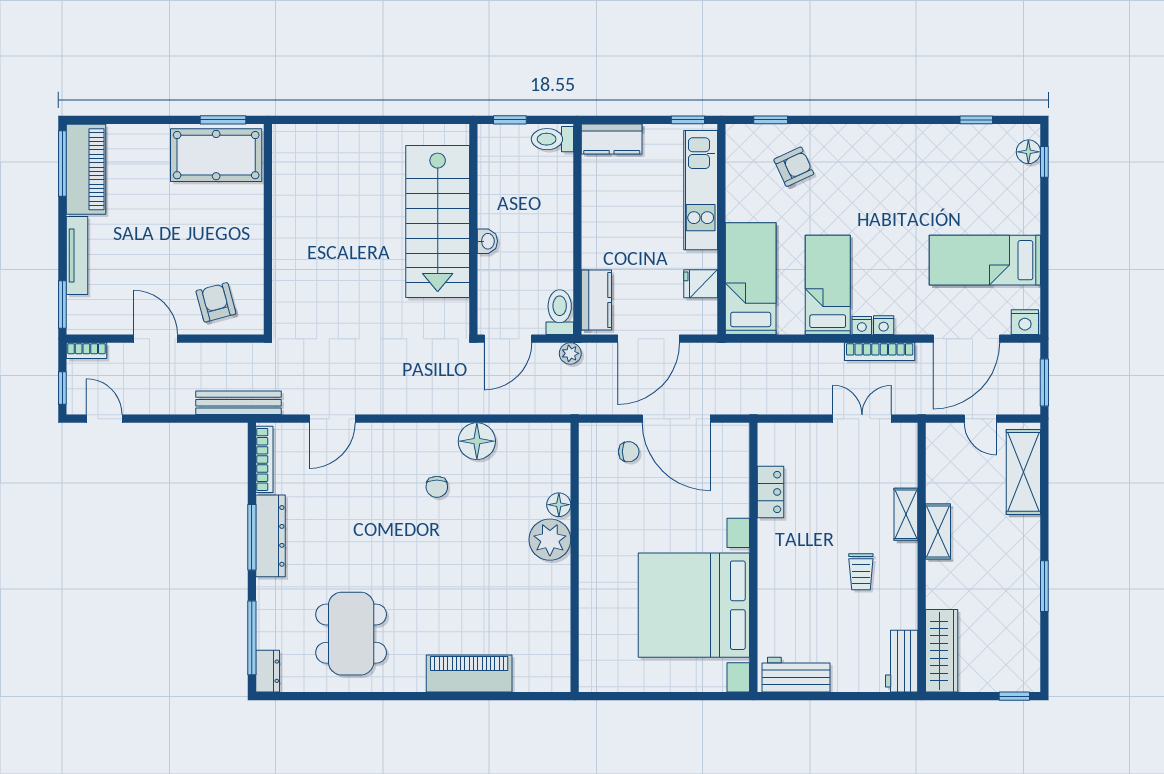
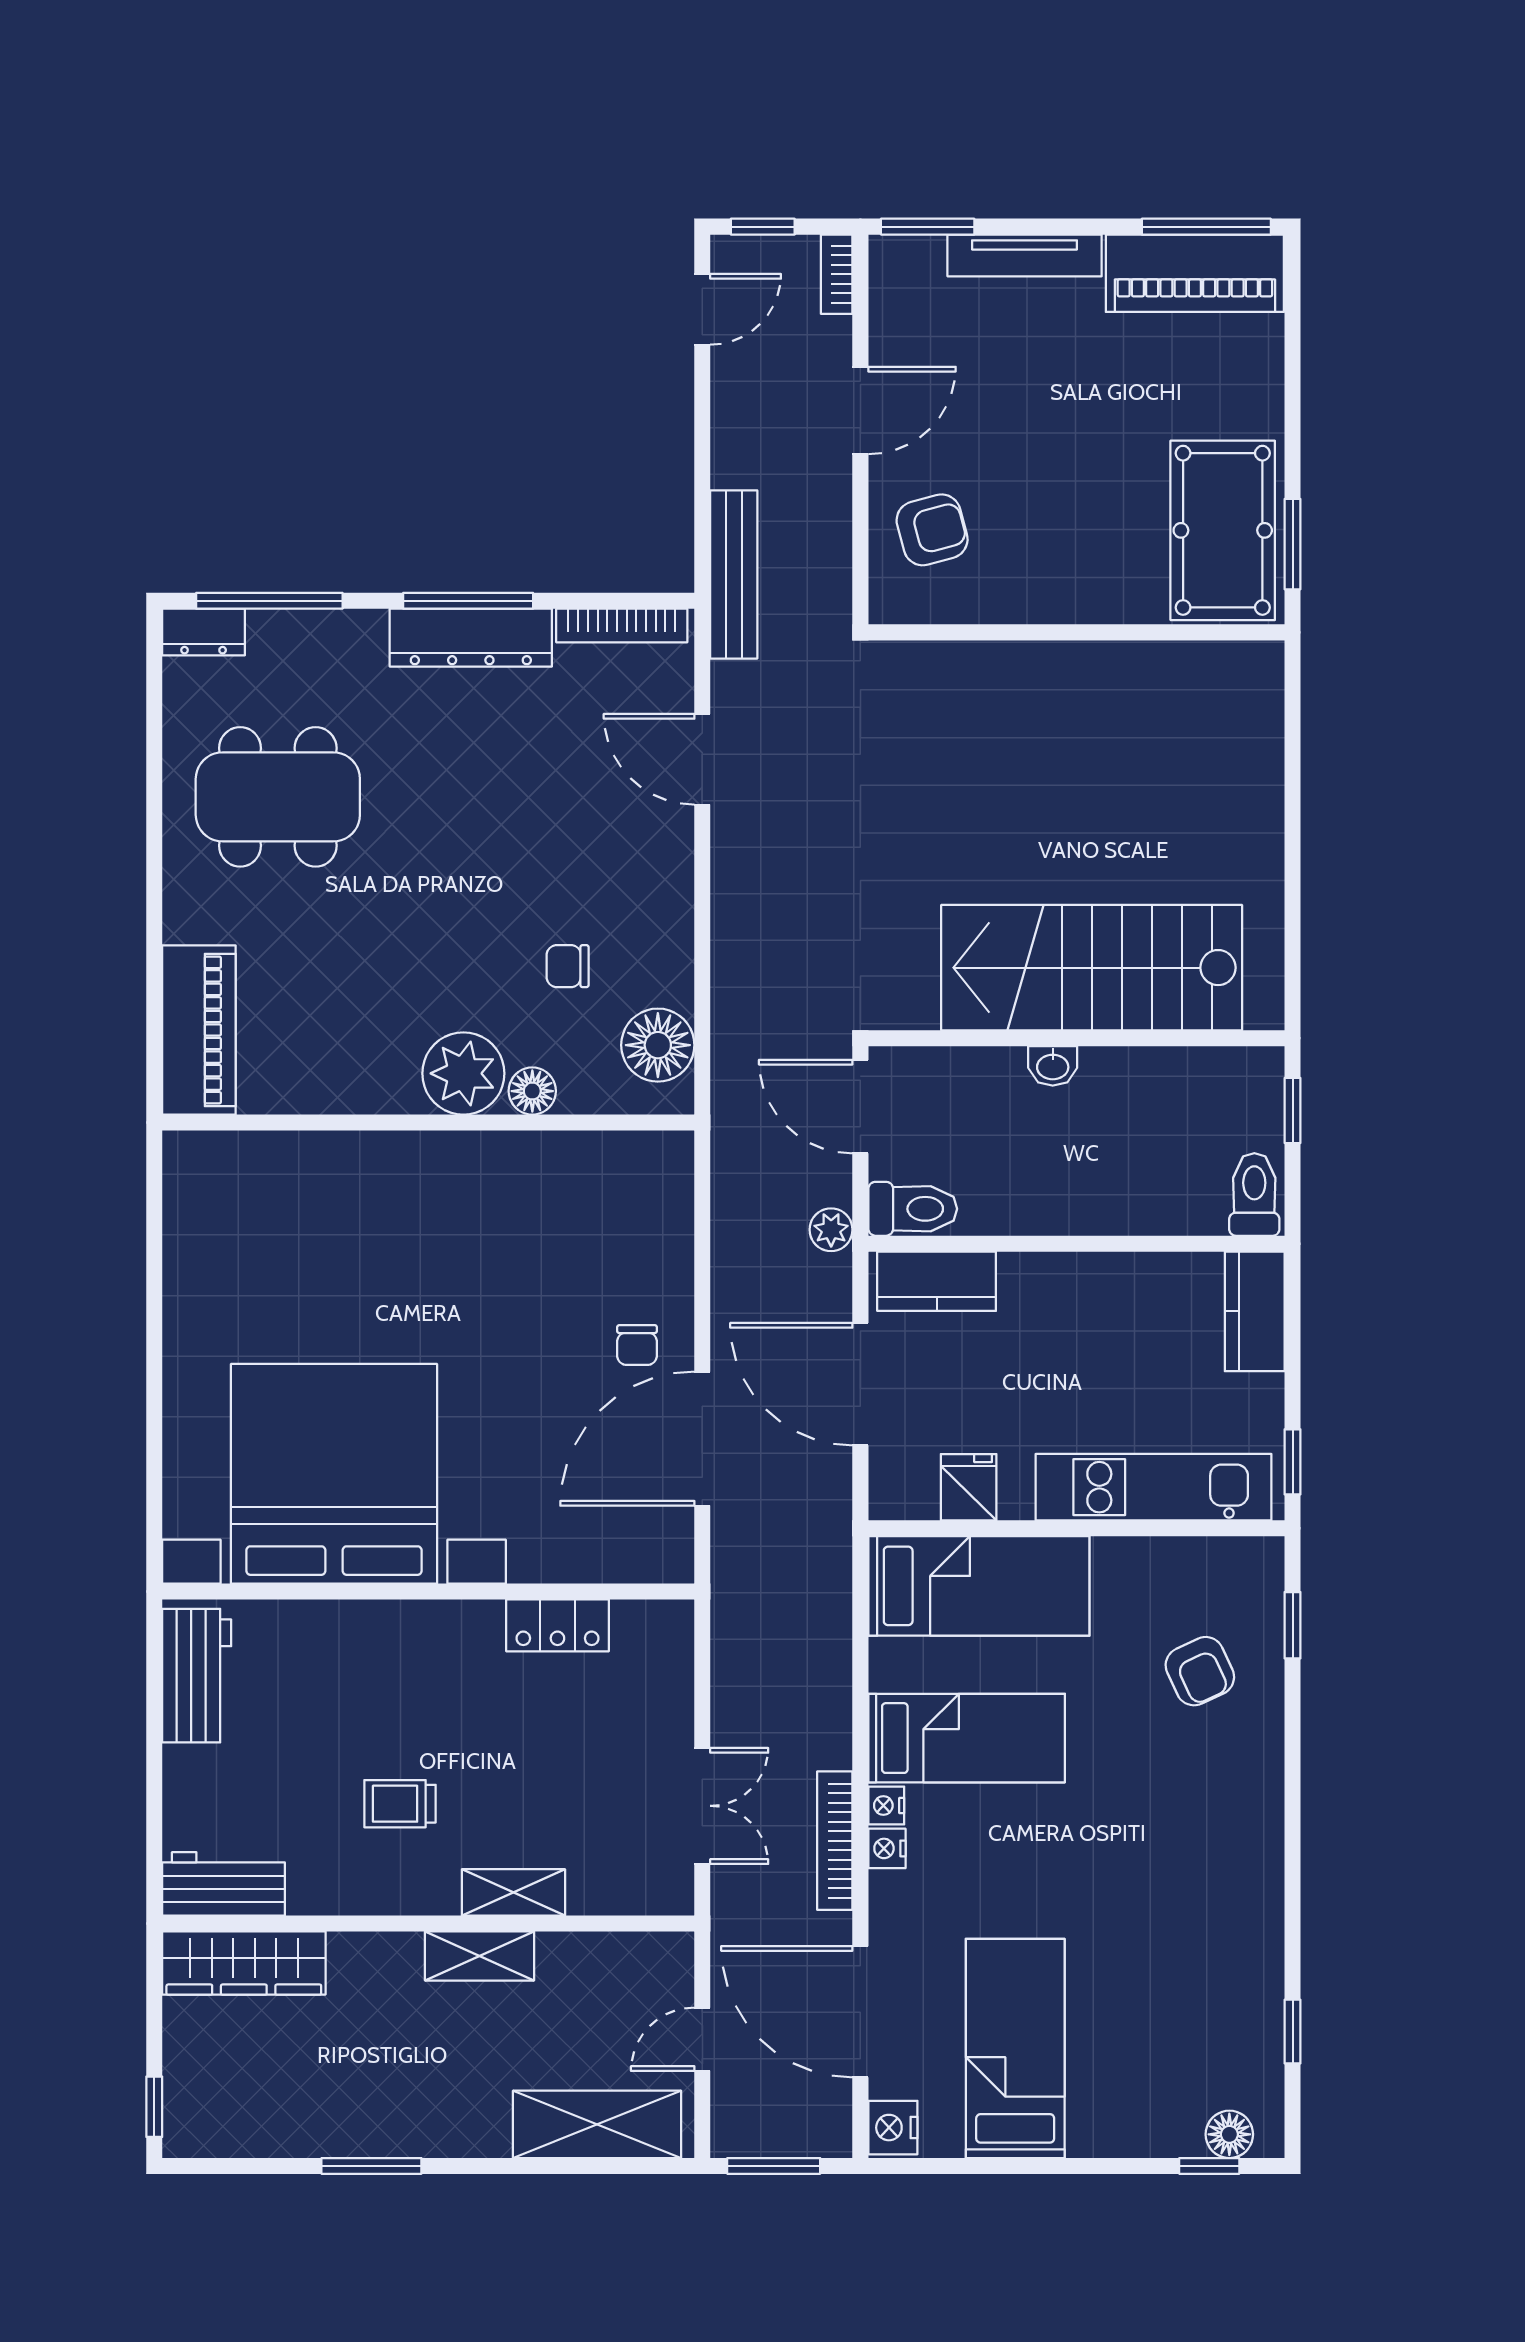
floor lamp: (559, 505) -> (532, 1091), moved
plant: (550, 540) -> (463, 1073), moved
wall: (575, 557) -> (428, 1122), moved

